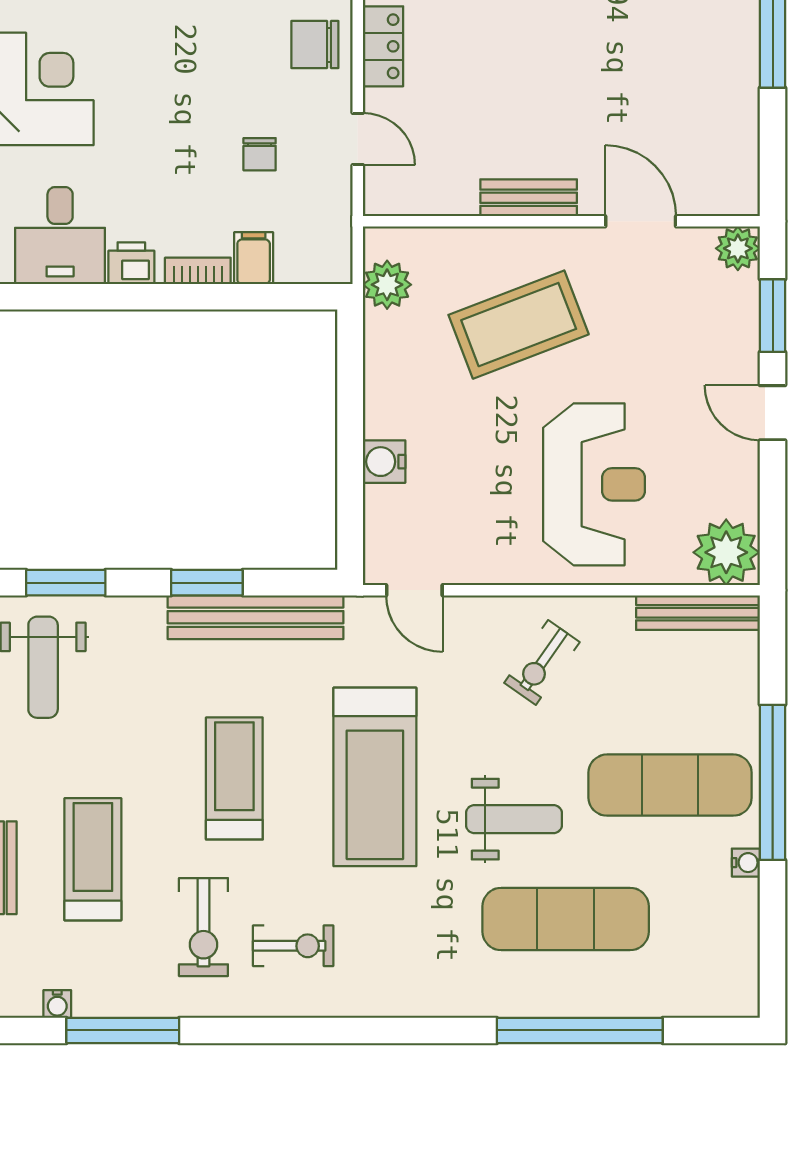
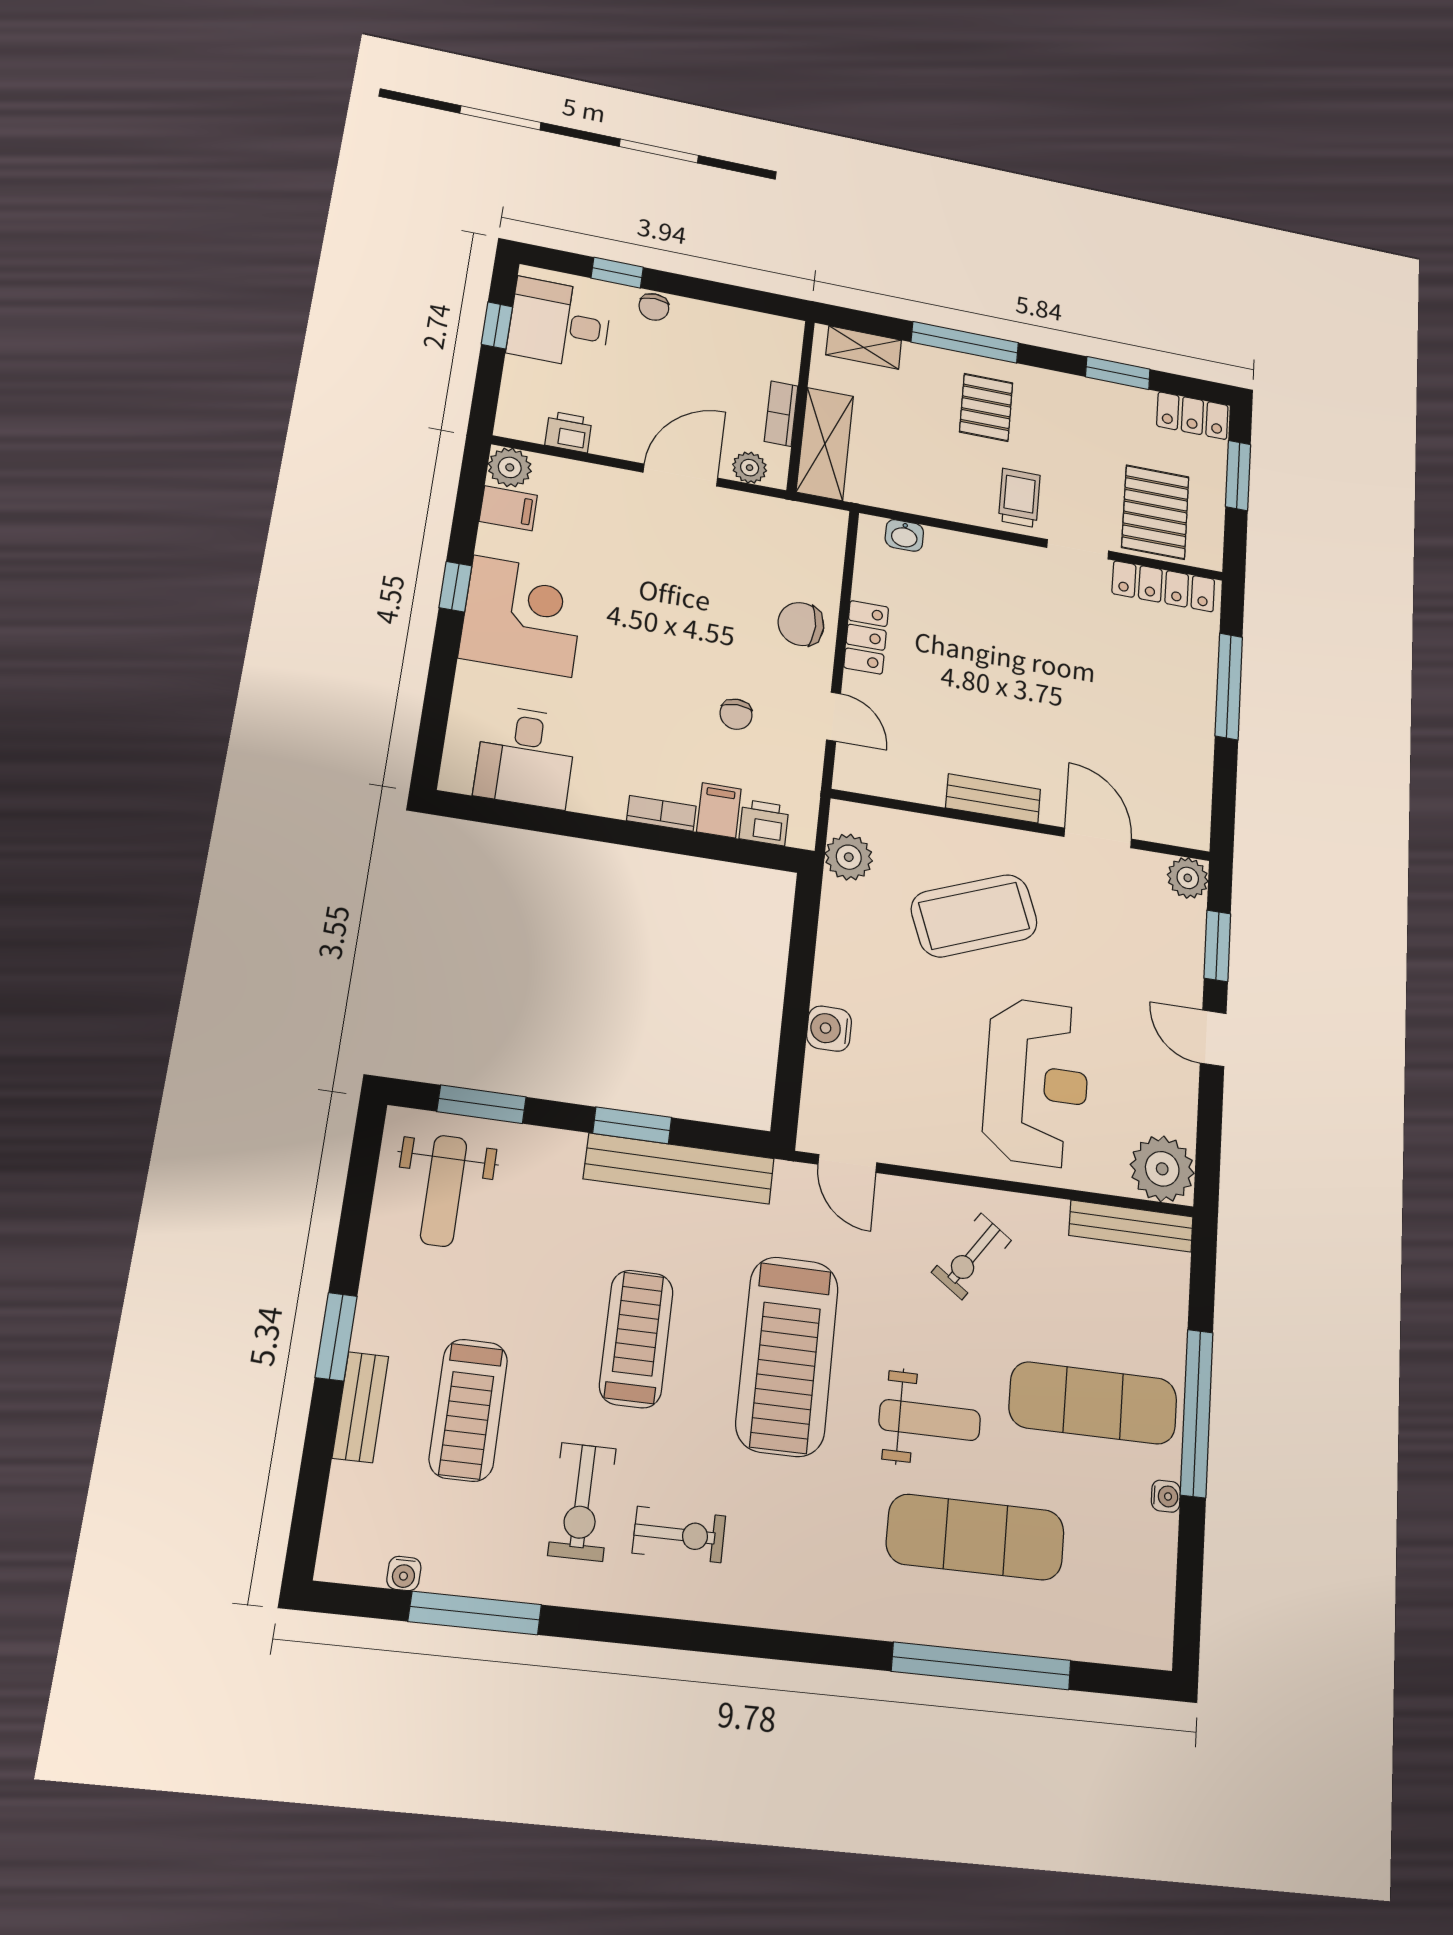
printer: (131, 263) -> (764, 823), moved
treadmill: (93, 859) -> (468, 1410), turned 180

